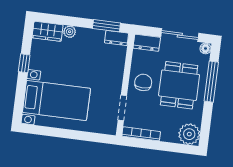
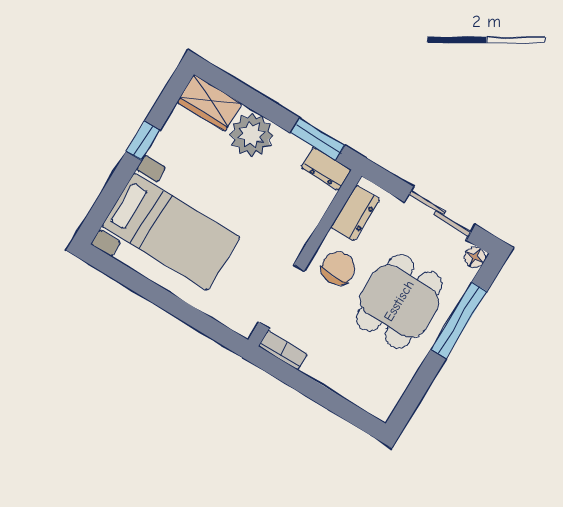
plant: (70, 32) -> (252, 135), width x1.88, depth x1.88
dresser: (147, 43) -> (355, 213), moved, turned -90
doorway: (122, 108) -> (282, 296), width x1.38
bookcase: (141, 134) -> (283, 350), width x0.64
plant: (189, 134) -> (379, 395), removed

